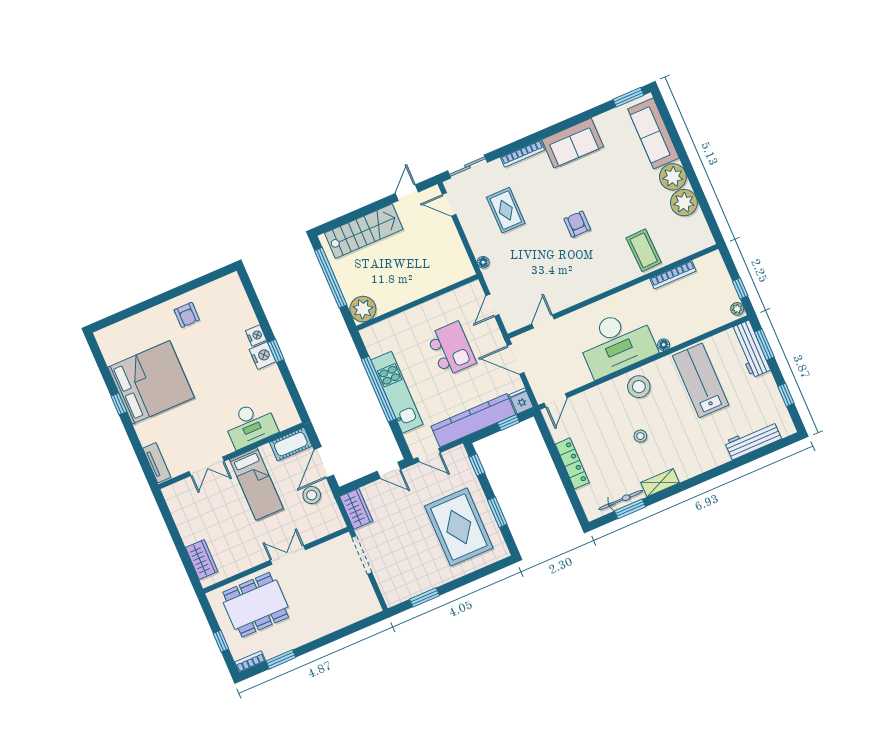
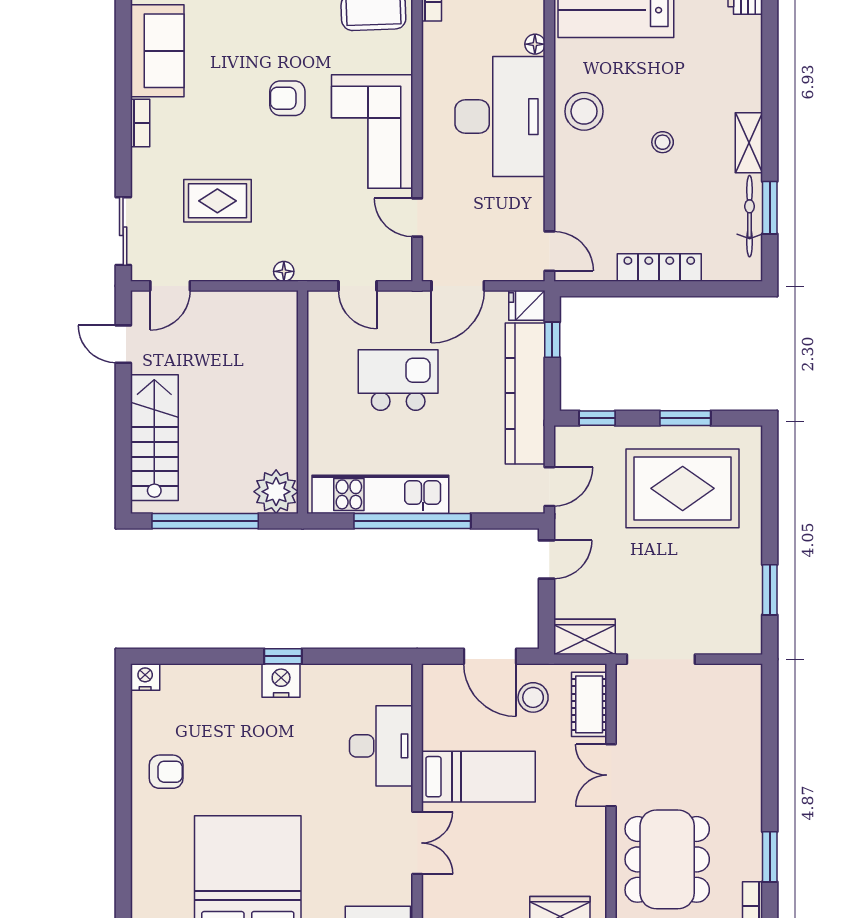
bookcase: (522, 154) -> (140, 123), width x0.64
corner sofa: (579, 277) -> (372, 131), added
nightstand: (256, 335) -> (145, 677), moved
kitchen unit: (397, 392) -> (380, 494), moved
cot: (291, 444) -> (589, 704), moved

